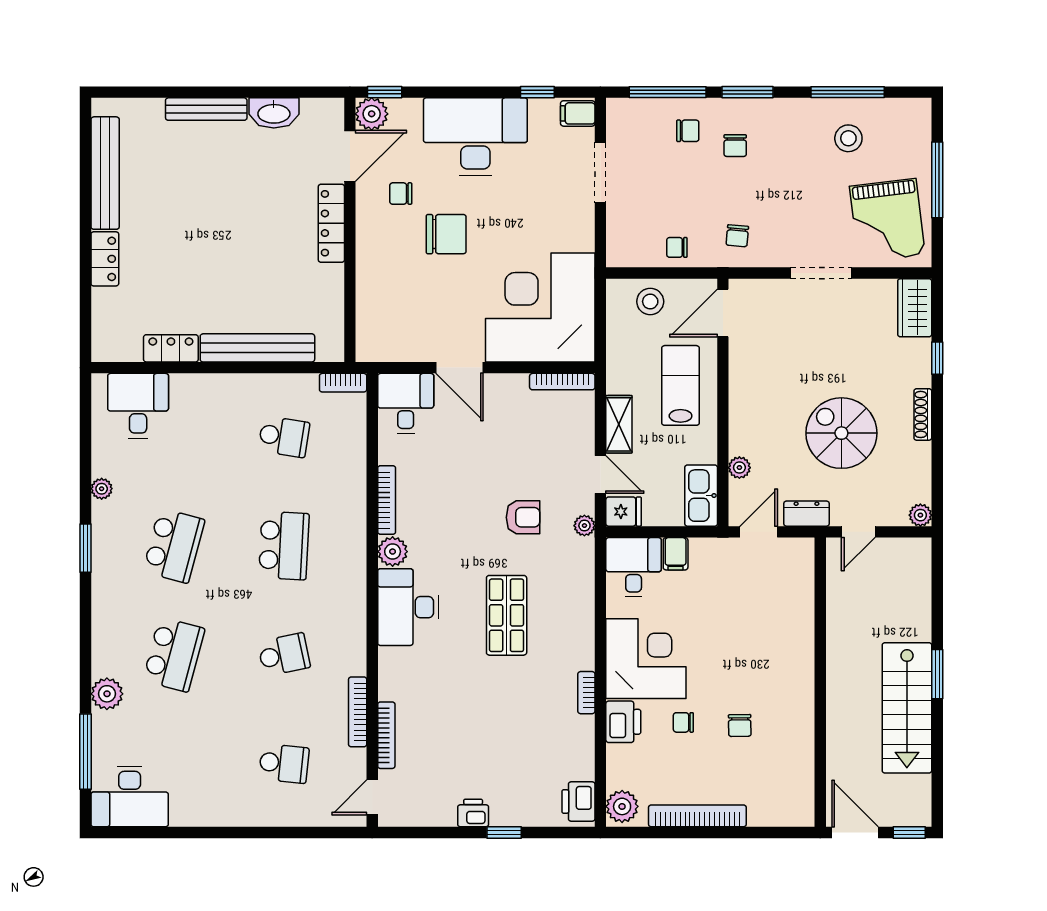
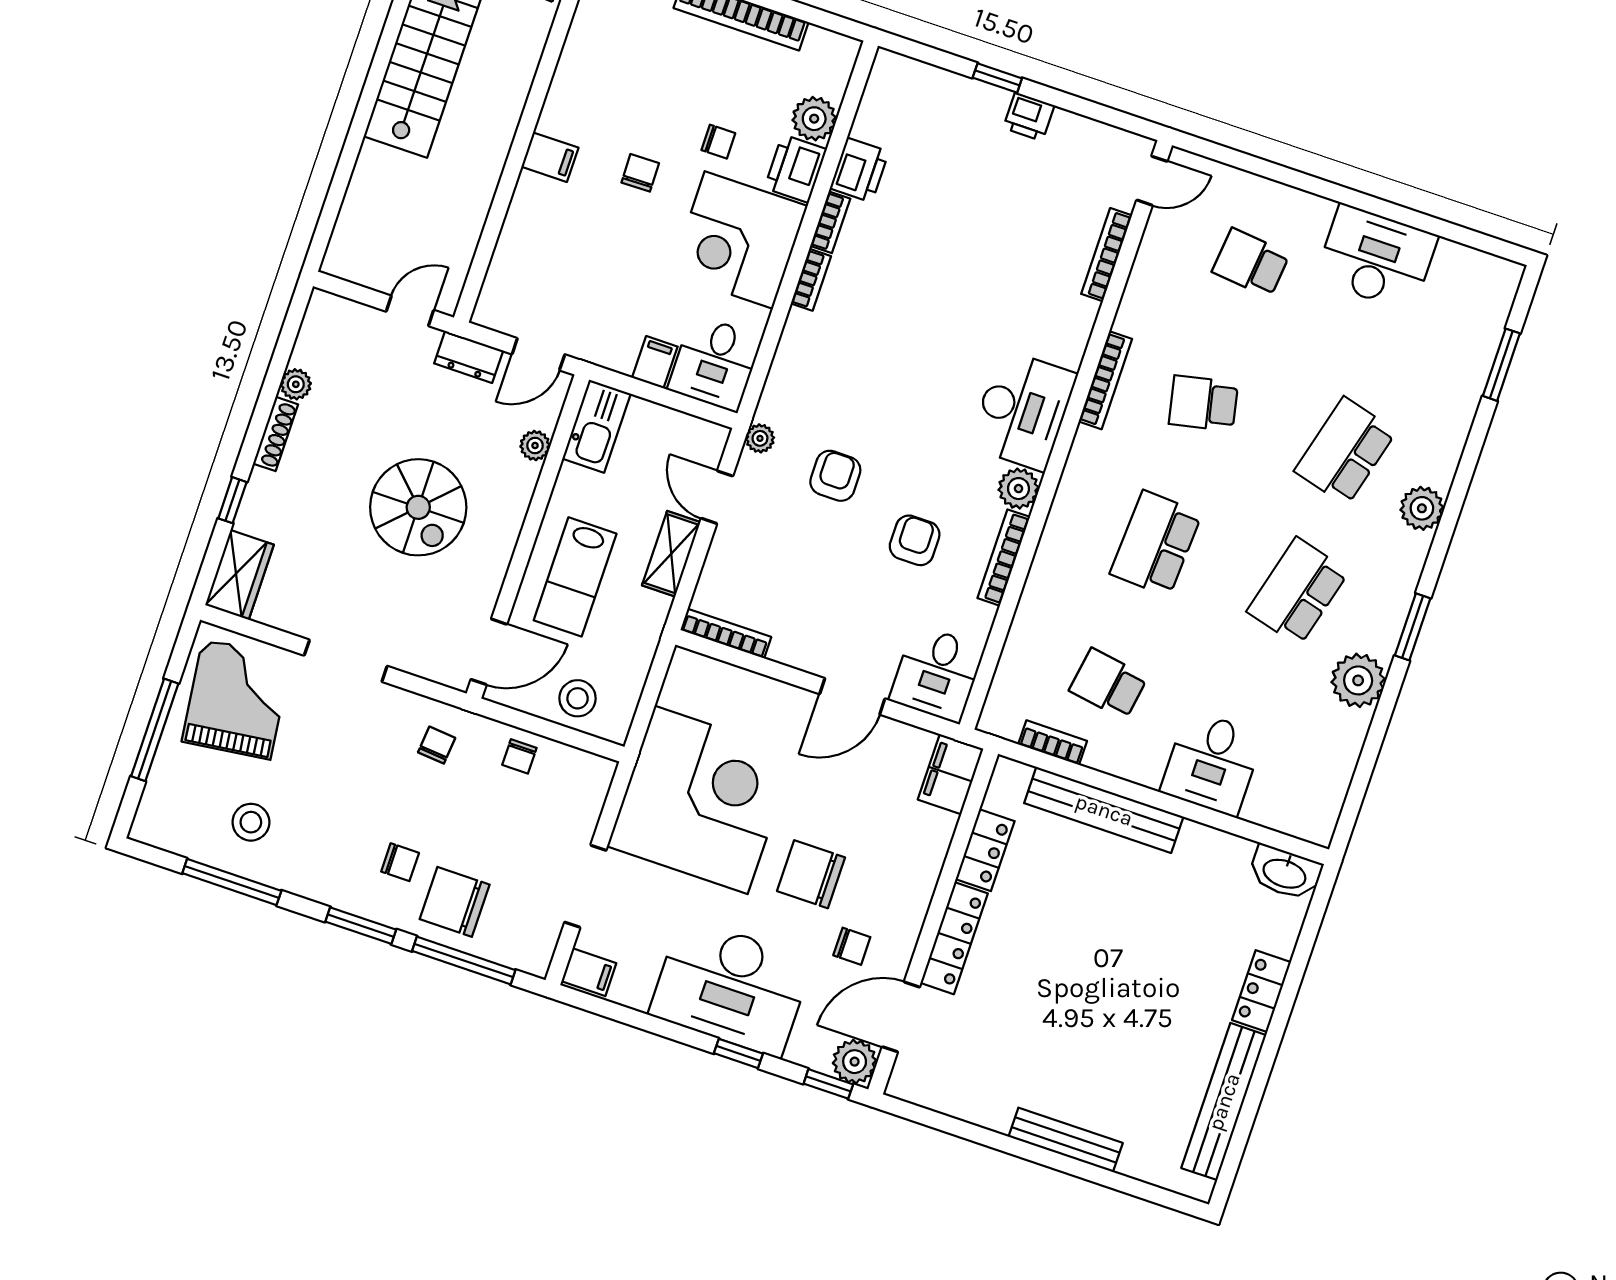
window: (537, 92) -> (738, 1053), moved
washbasin: (274, 113) -> (1285, 873), moved, turned 180
chair: (688, 131) -> (455, 902), width x1.87, depth x1.87
chair: (735, 146) -> (400, 862), turned 90
chair: (677, 247) -> (519, 756), turned 90
corner desk: (540, 307) -> (701, 800), moved, turned -90
filing cabinet: (372, 337) -> (951, 774), added
locker: (171, 348) -> (985, 850), moved, turned -90
door: (459, 368) -> (852, 696), swing flipped
bookcase: (343, 383) -> (1053, 743), moved
desk: (138, 406) -> (1212, 763), moved
spiral stairs: (841, 433) -> (418, 507), moved
plant: (102, 489) -> (1358, 680), width x1.87, depth x1.87
armchair: (453, 491) -> (915, 540), added
fridge: (624, 512) -> (703, 439), removed
plant: (920, 515) -> (296, 384), moved
armchair: (523, 517) -> (835, 476), turned 90
shop shelf: (507, 615) -> (899, 357), removed
bookcase: (586, 648) -> (811, 280), added
filing cabinet: (797, 672) -> (550, 157), added
window: (937, 674) -> (370, 93), removed
plant: (107, 694) -> (1422, 508), moved
bookcase: (358, 712) -> (1105, 380), moved
chair: (740, 725) -> (640, 173), moved
window: (86, 752) -> (1501, 365), width x0.69
desk: (130, 797) -> (1376, 258), moved
printer: (578, 801) -> (859, 170), moved
plant: (622, 806) -> (814, 119), moved

